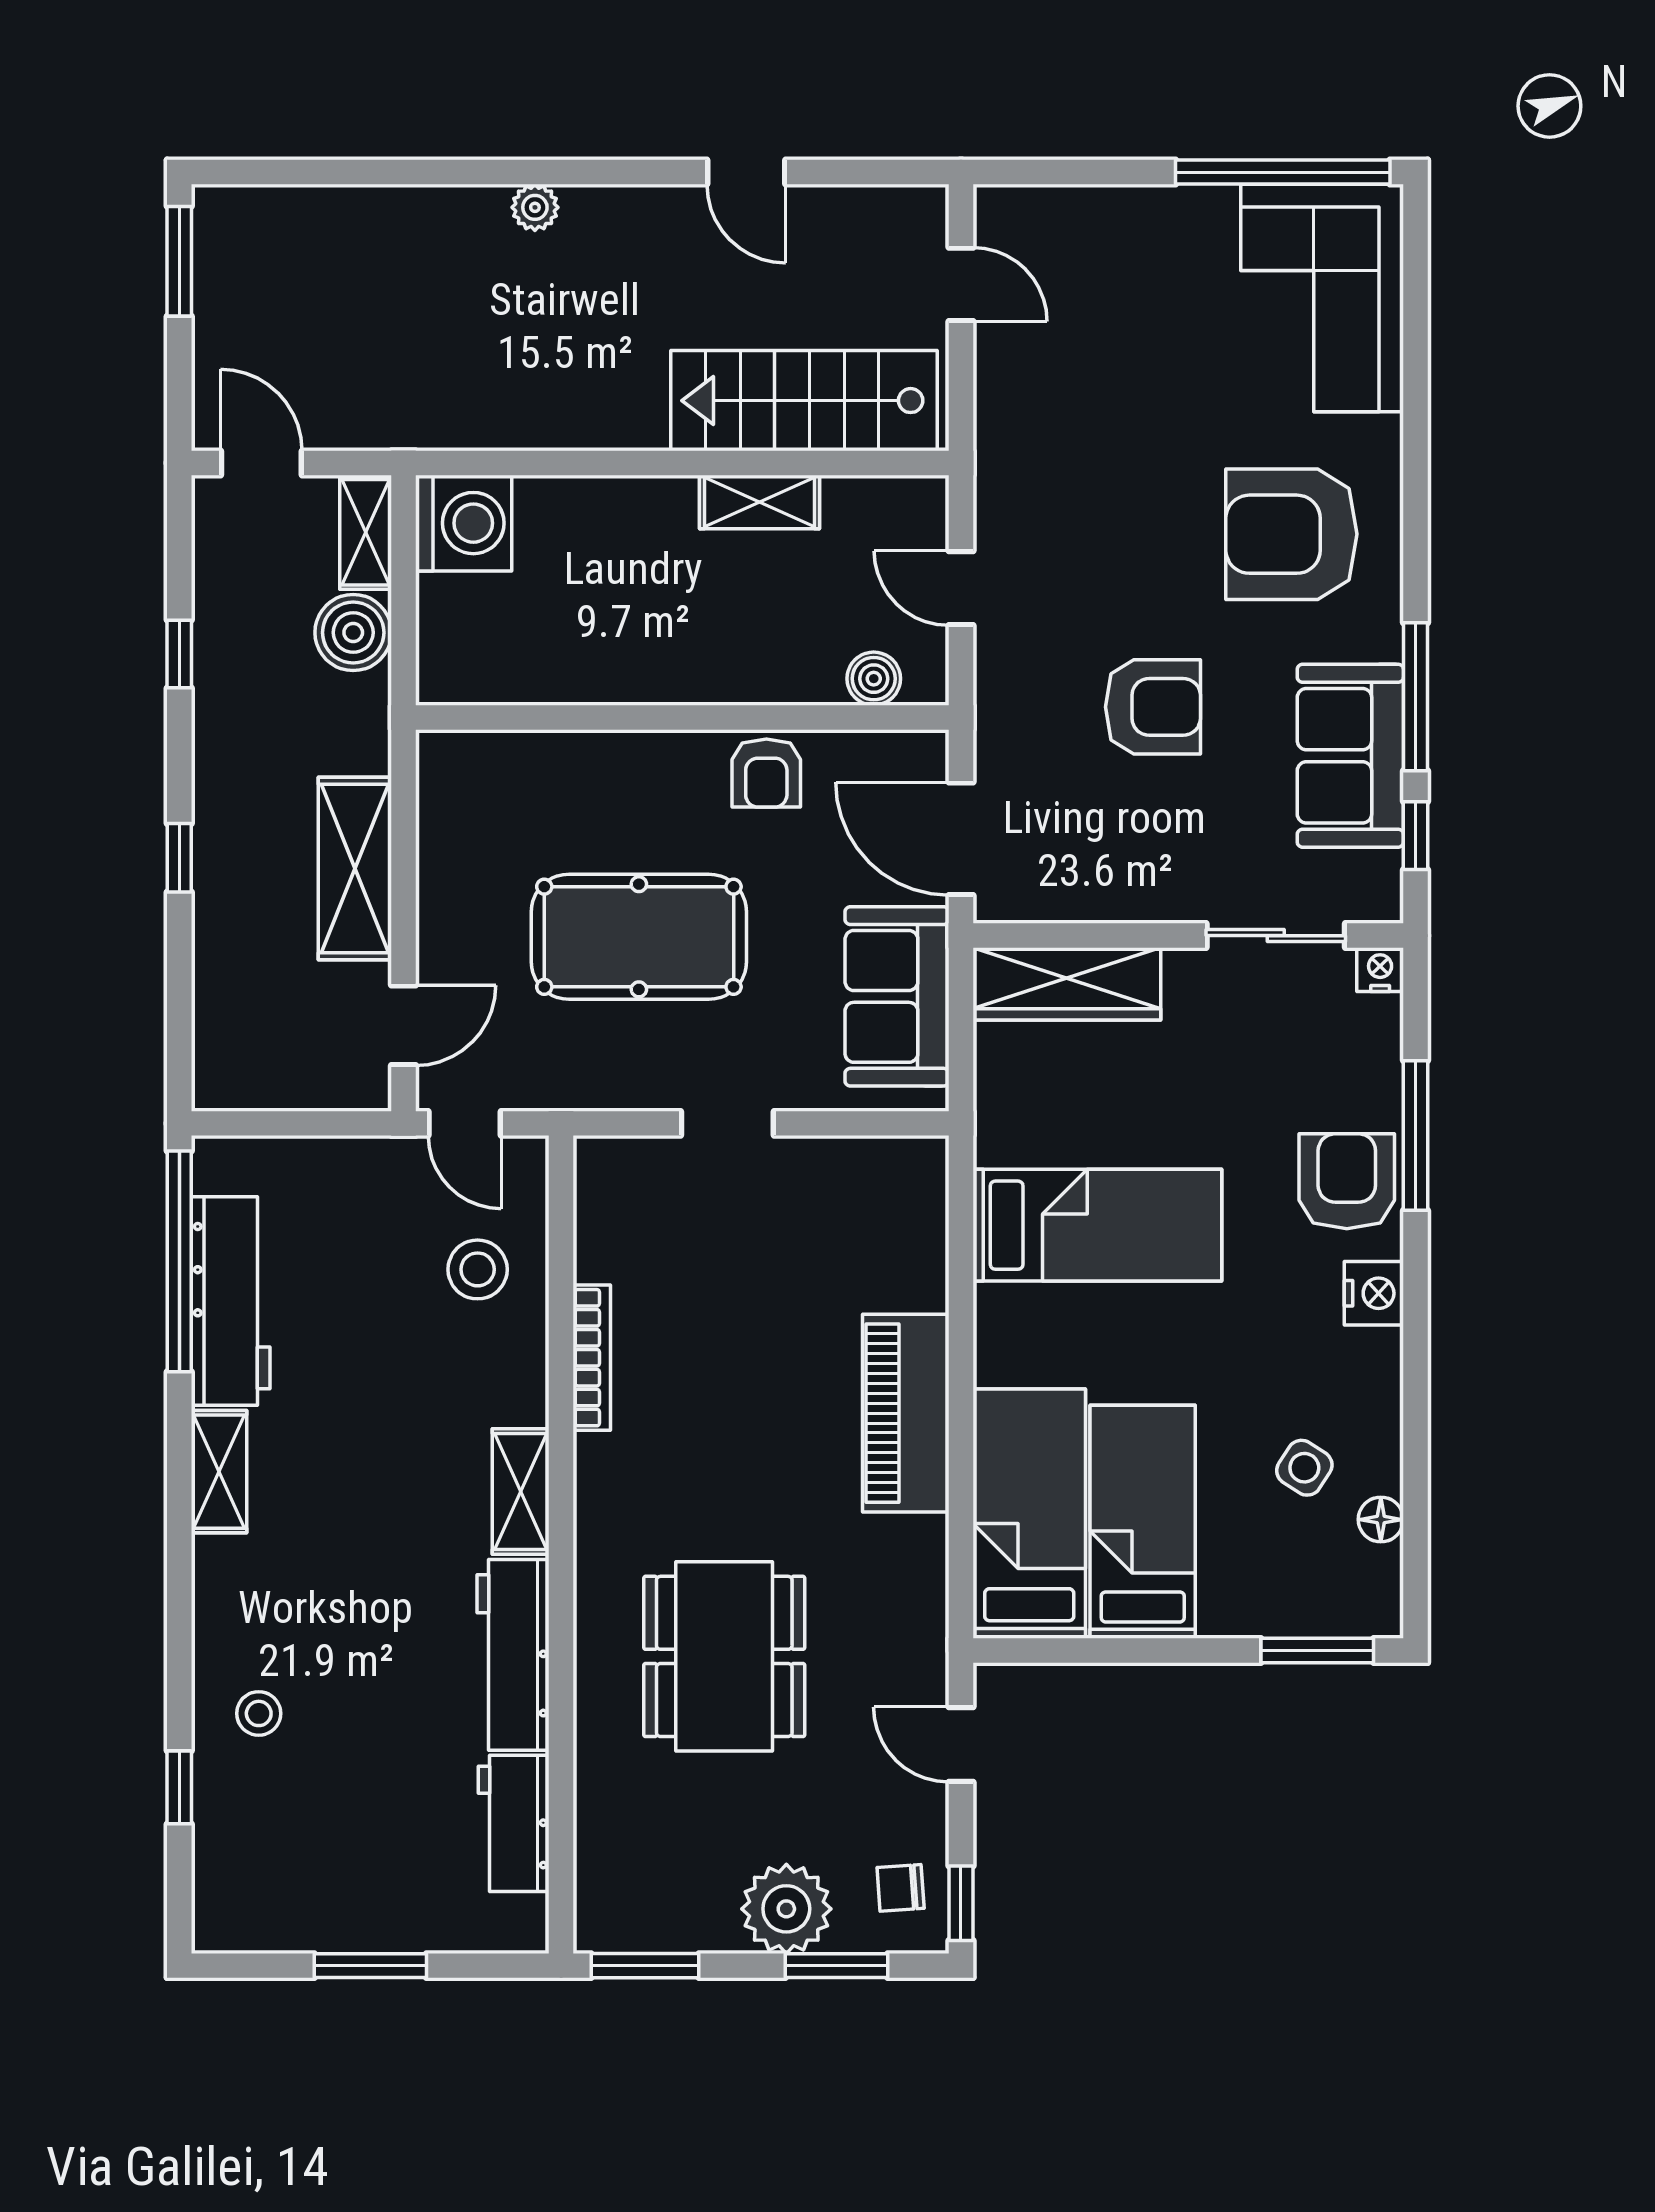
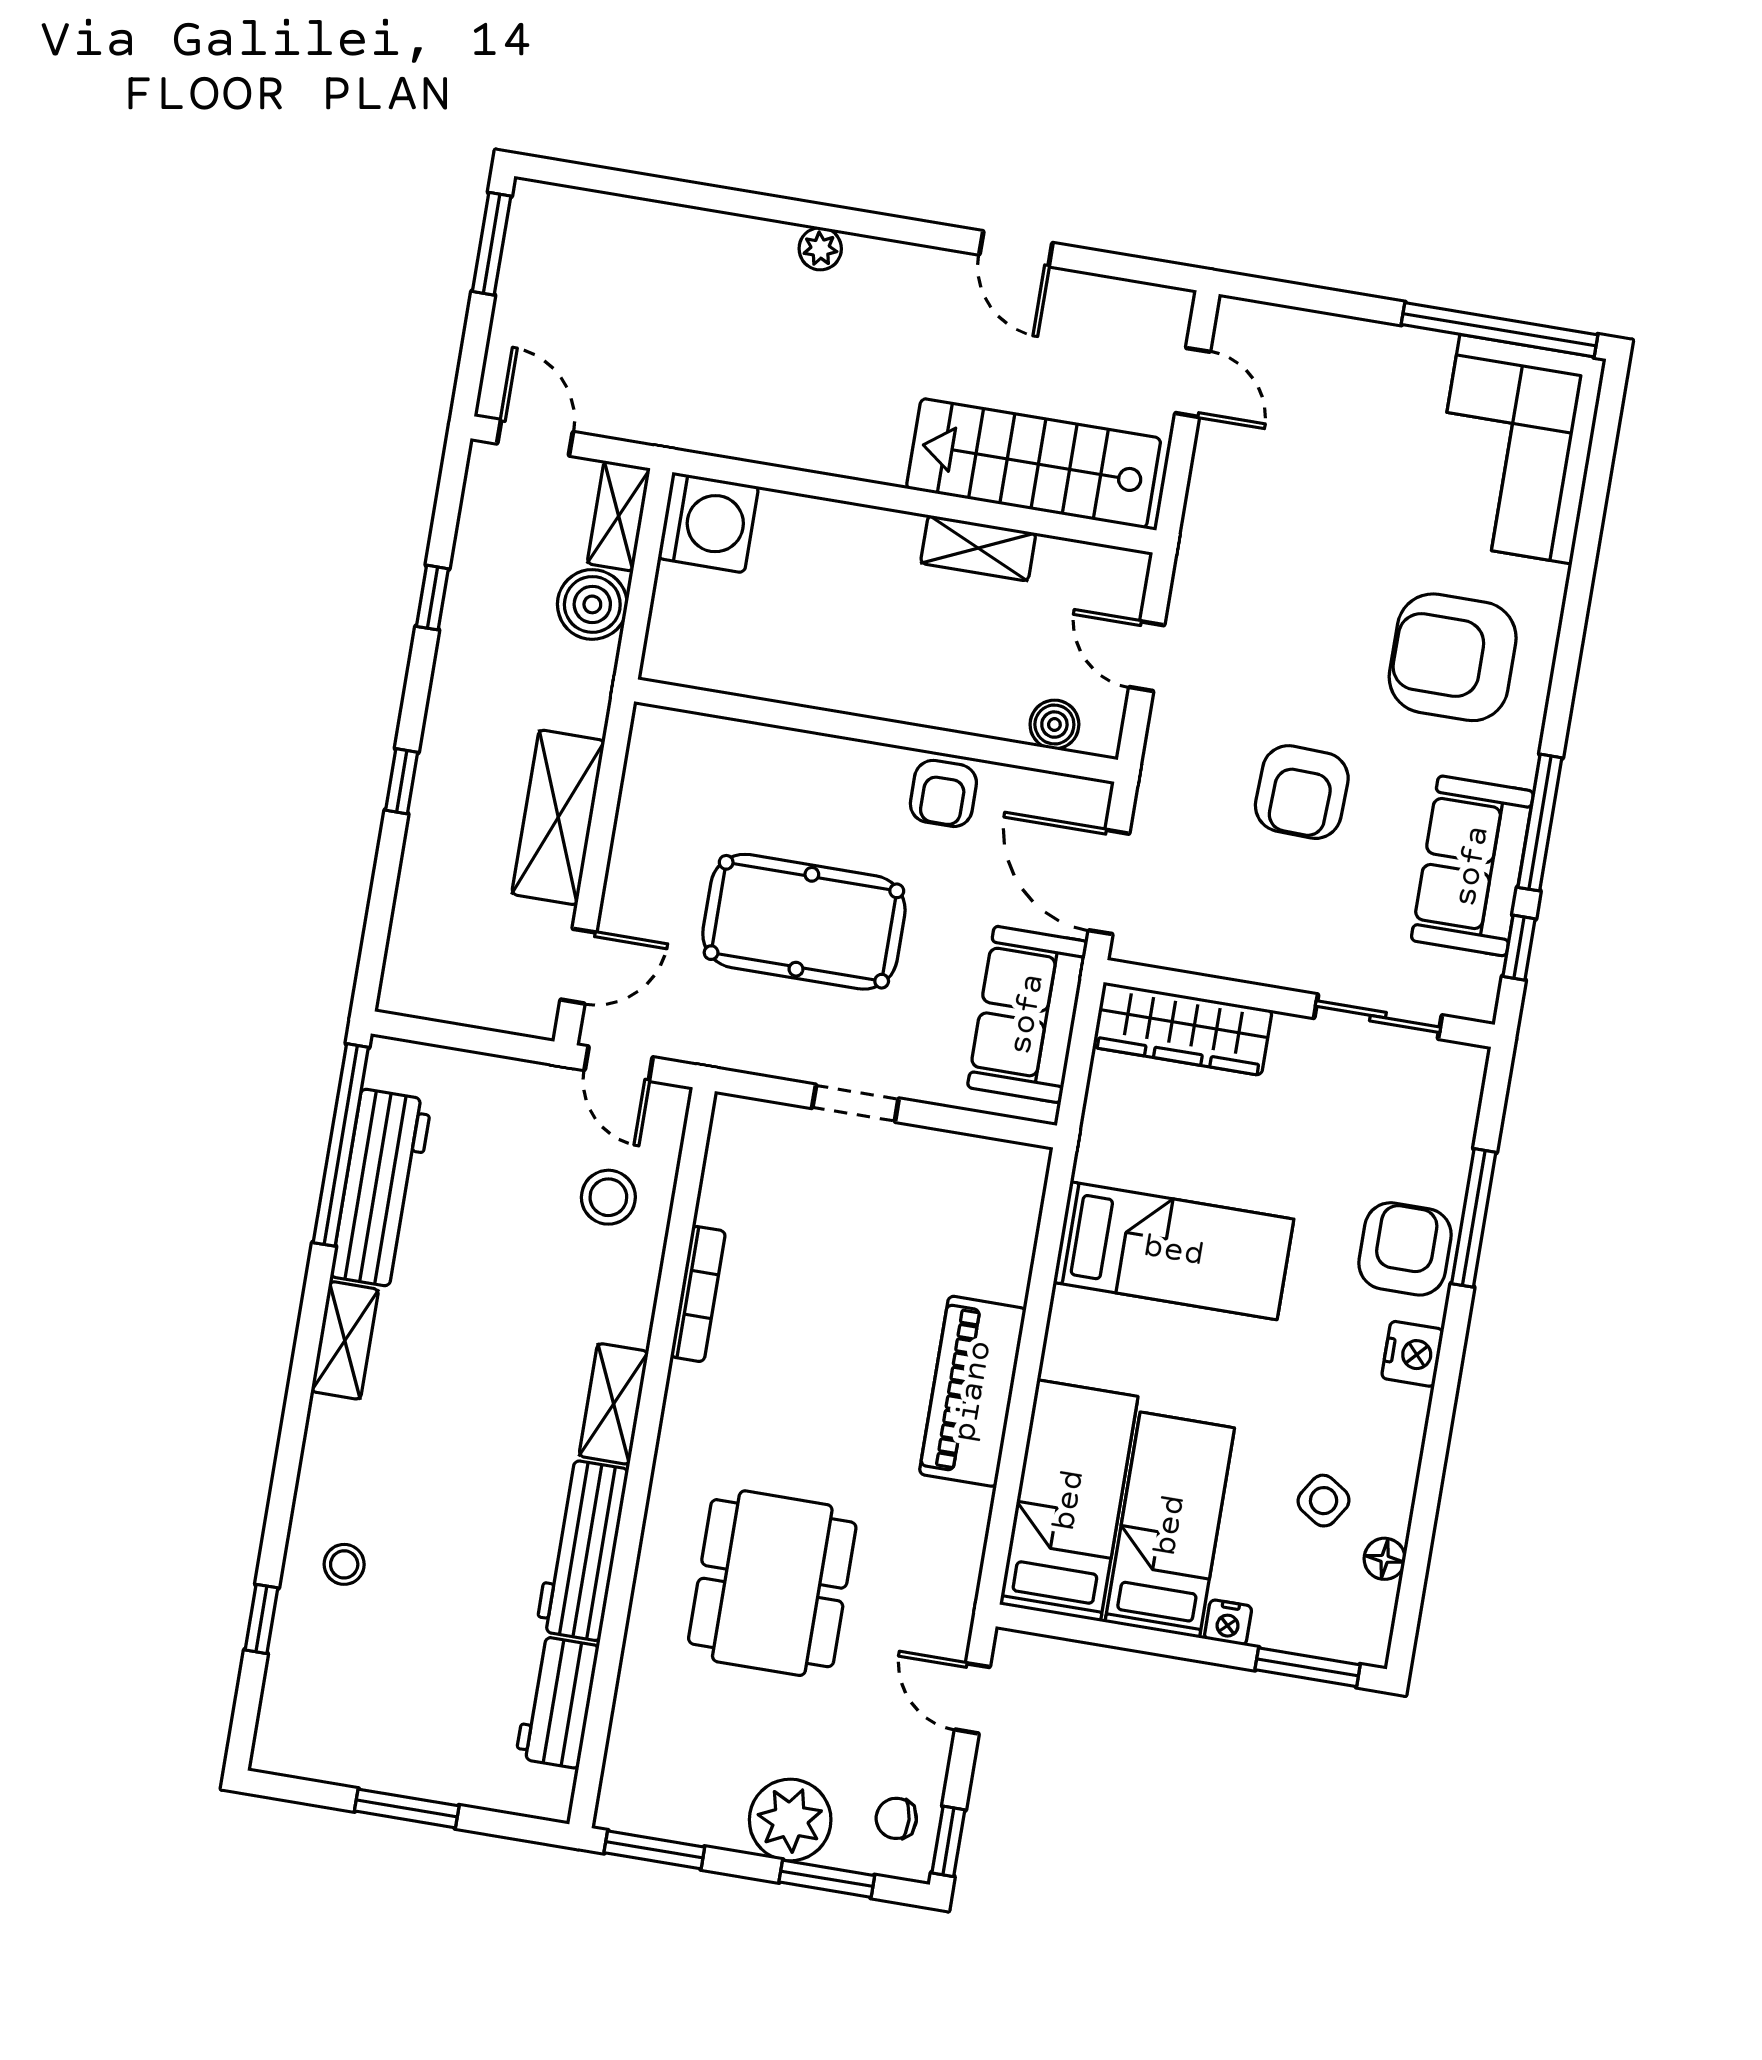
armchair: (1153, 707) -> (1302, 792), turned 92
nightstand: (1380, 970) -> (1228, 1622), moved, turned 180

